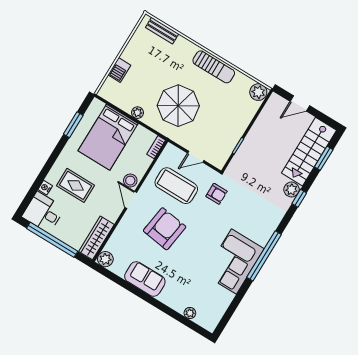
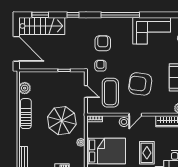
plant: (258, 92) -> (25, 88), moved
door: (300, 103) -> (16, 49), width x1.87
plant: (292, 190) -> (71, 23), removed
armchair: (242, 213) -> (103, 43), added
corner sofa: (234, 262) -> (152, 31), moved

